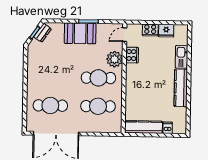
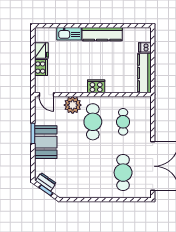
cooker: (132, 55) -> (96, 86), moved
cafe table: (98, 106) -> (123, 122), width x0.73, depth x0.74

